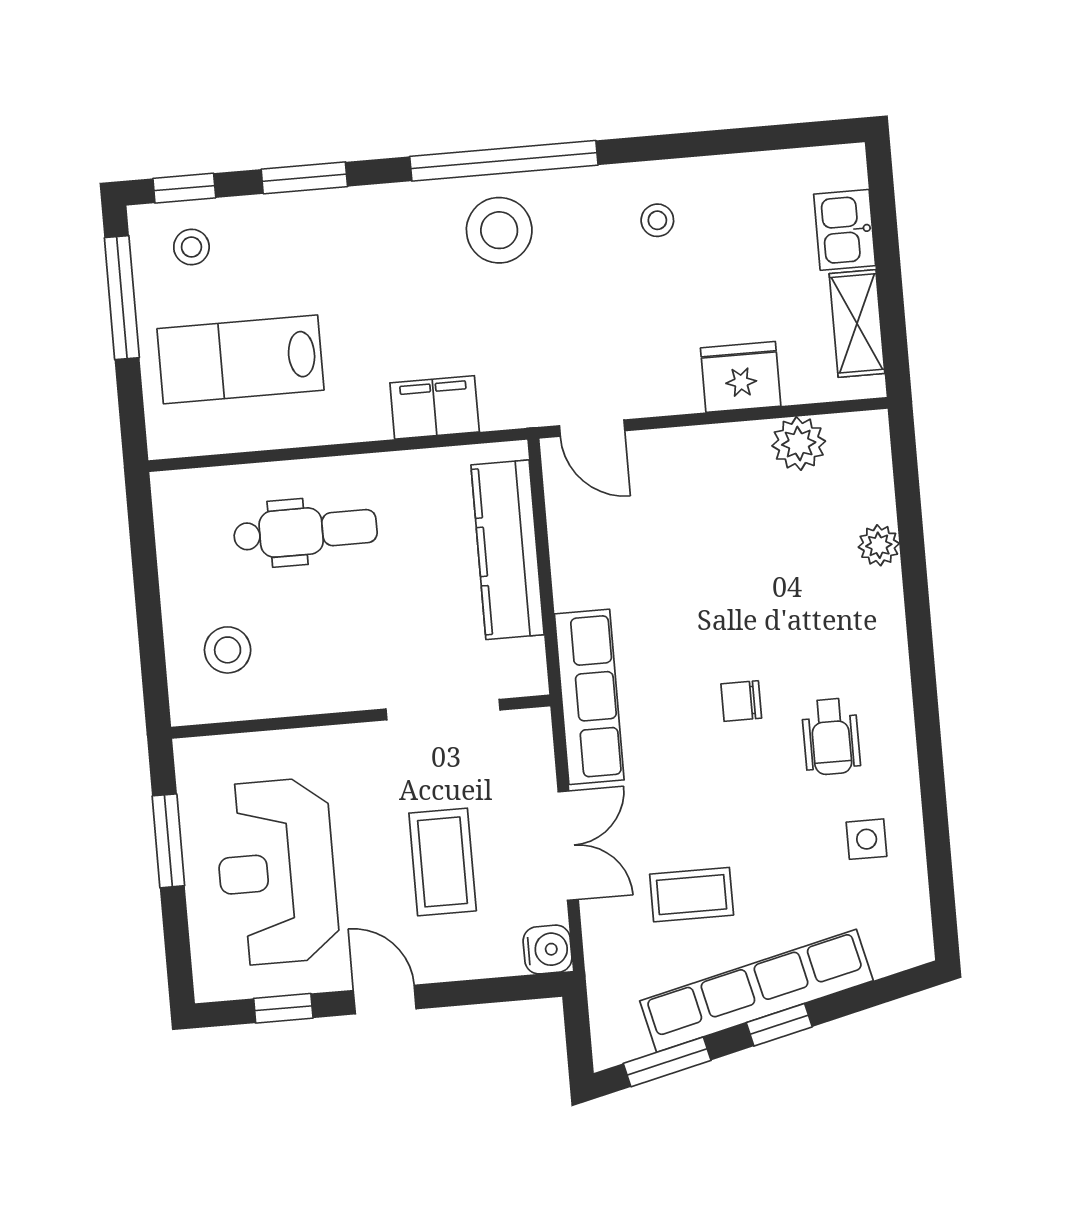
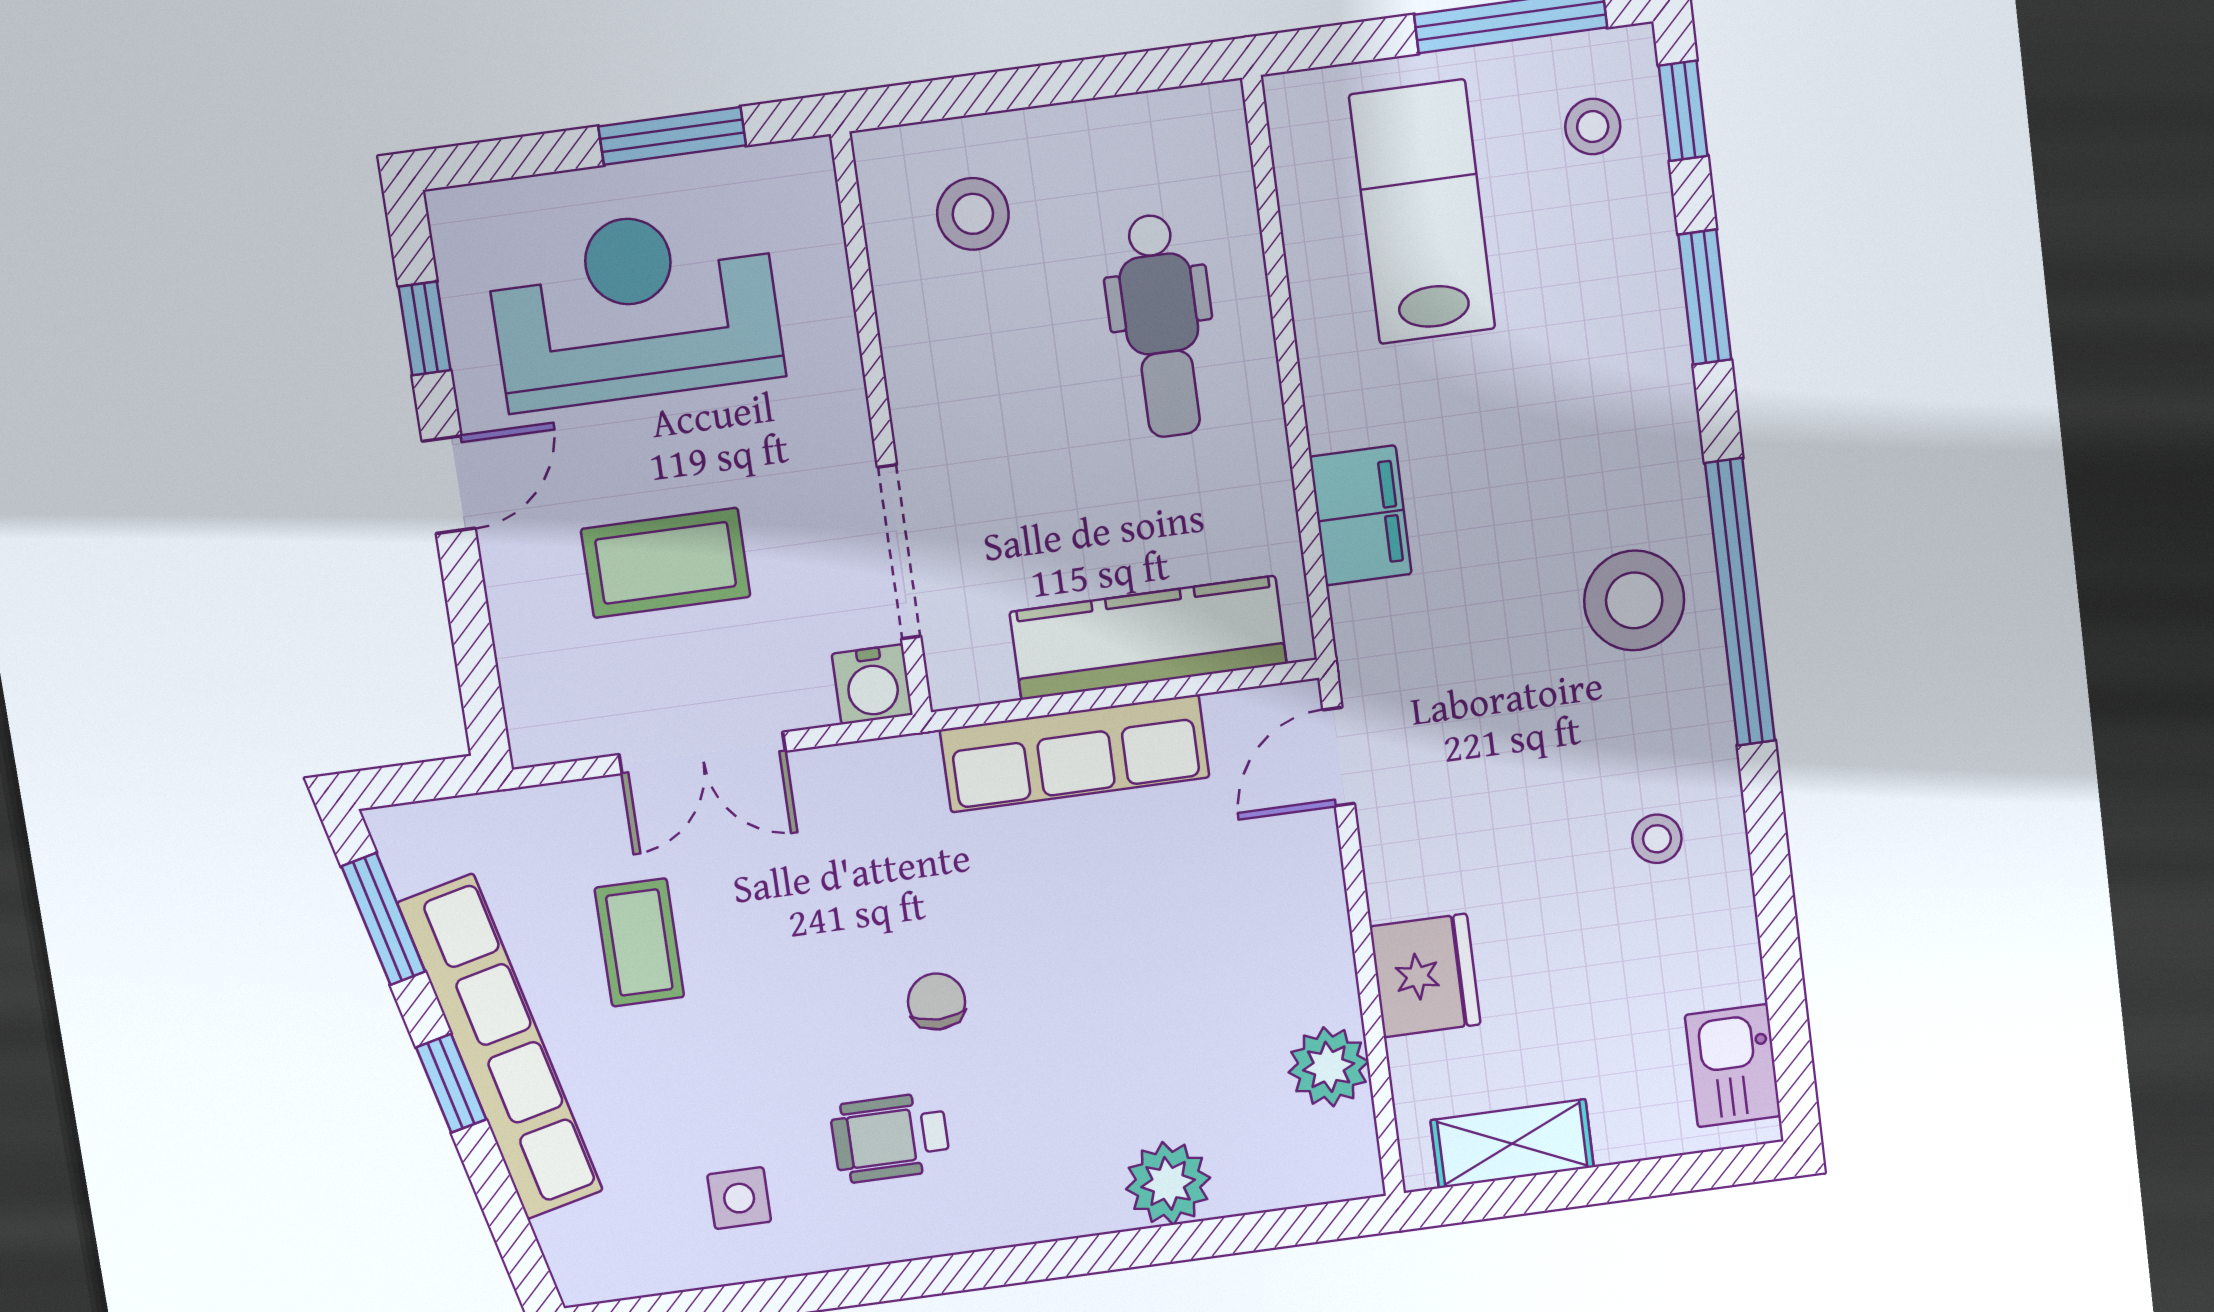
kitchen sink: (845, 230) -> (1733, 1066), moved, turned -90
plant: (879, 545) -> (1168, 1183), width x1.38, depth x1.38
row of seats: (589, 697) -> (1075, 753), moved
water cooler: (547, 950) -> (872, 684), moved

